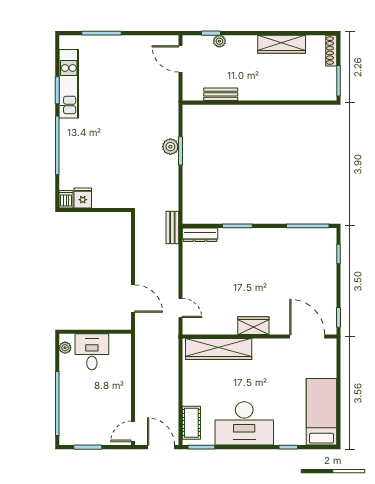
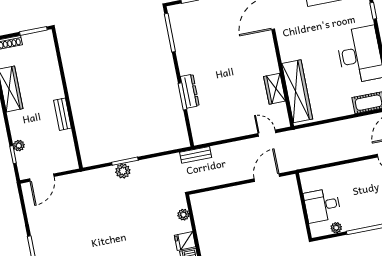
bench: (221, 94) -> (62, 114), moved
plant: (111, 202) -> (183, 215), added
dresser: (200, 235) -> (190, 91), moved
door: (180, 308) -> (267, 133), hinge flipped
wardrobe: (253, 326) -> (275, 89), moved
plant: (65, 348) -> (336, 228), moved

